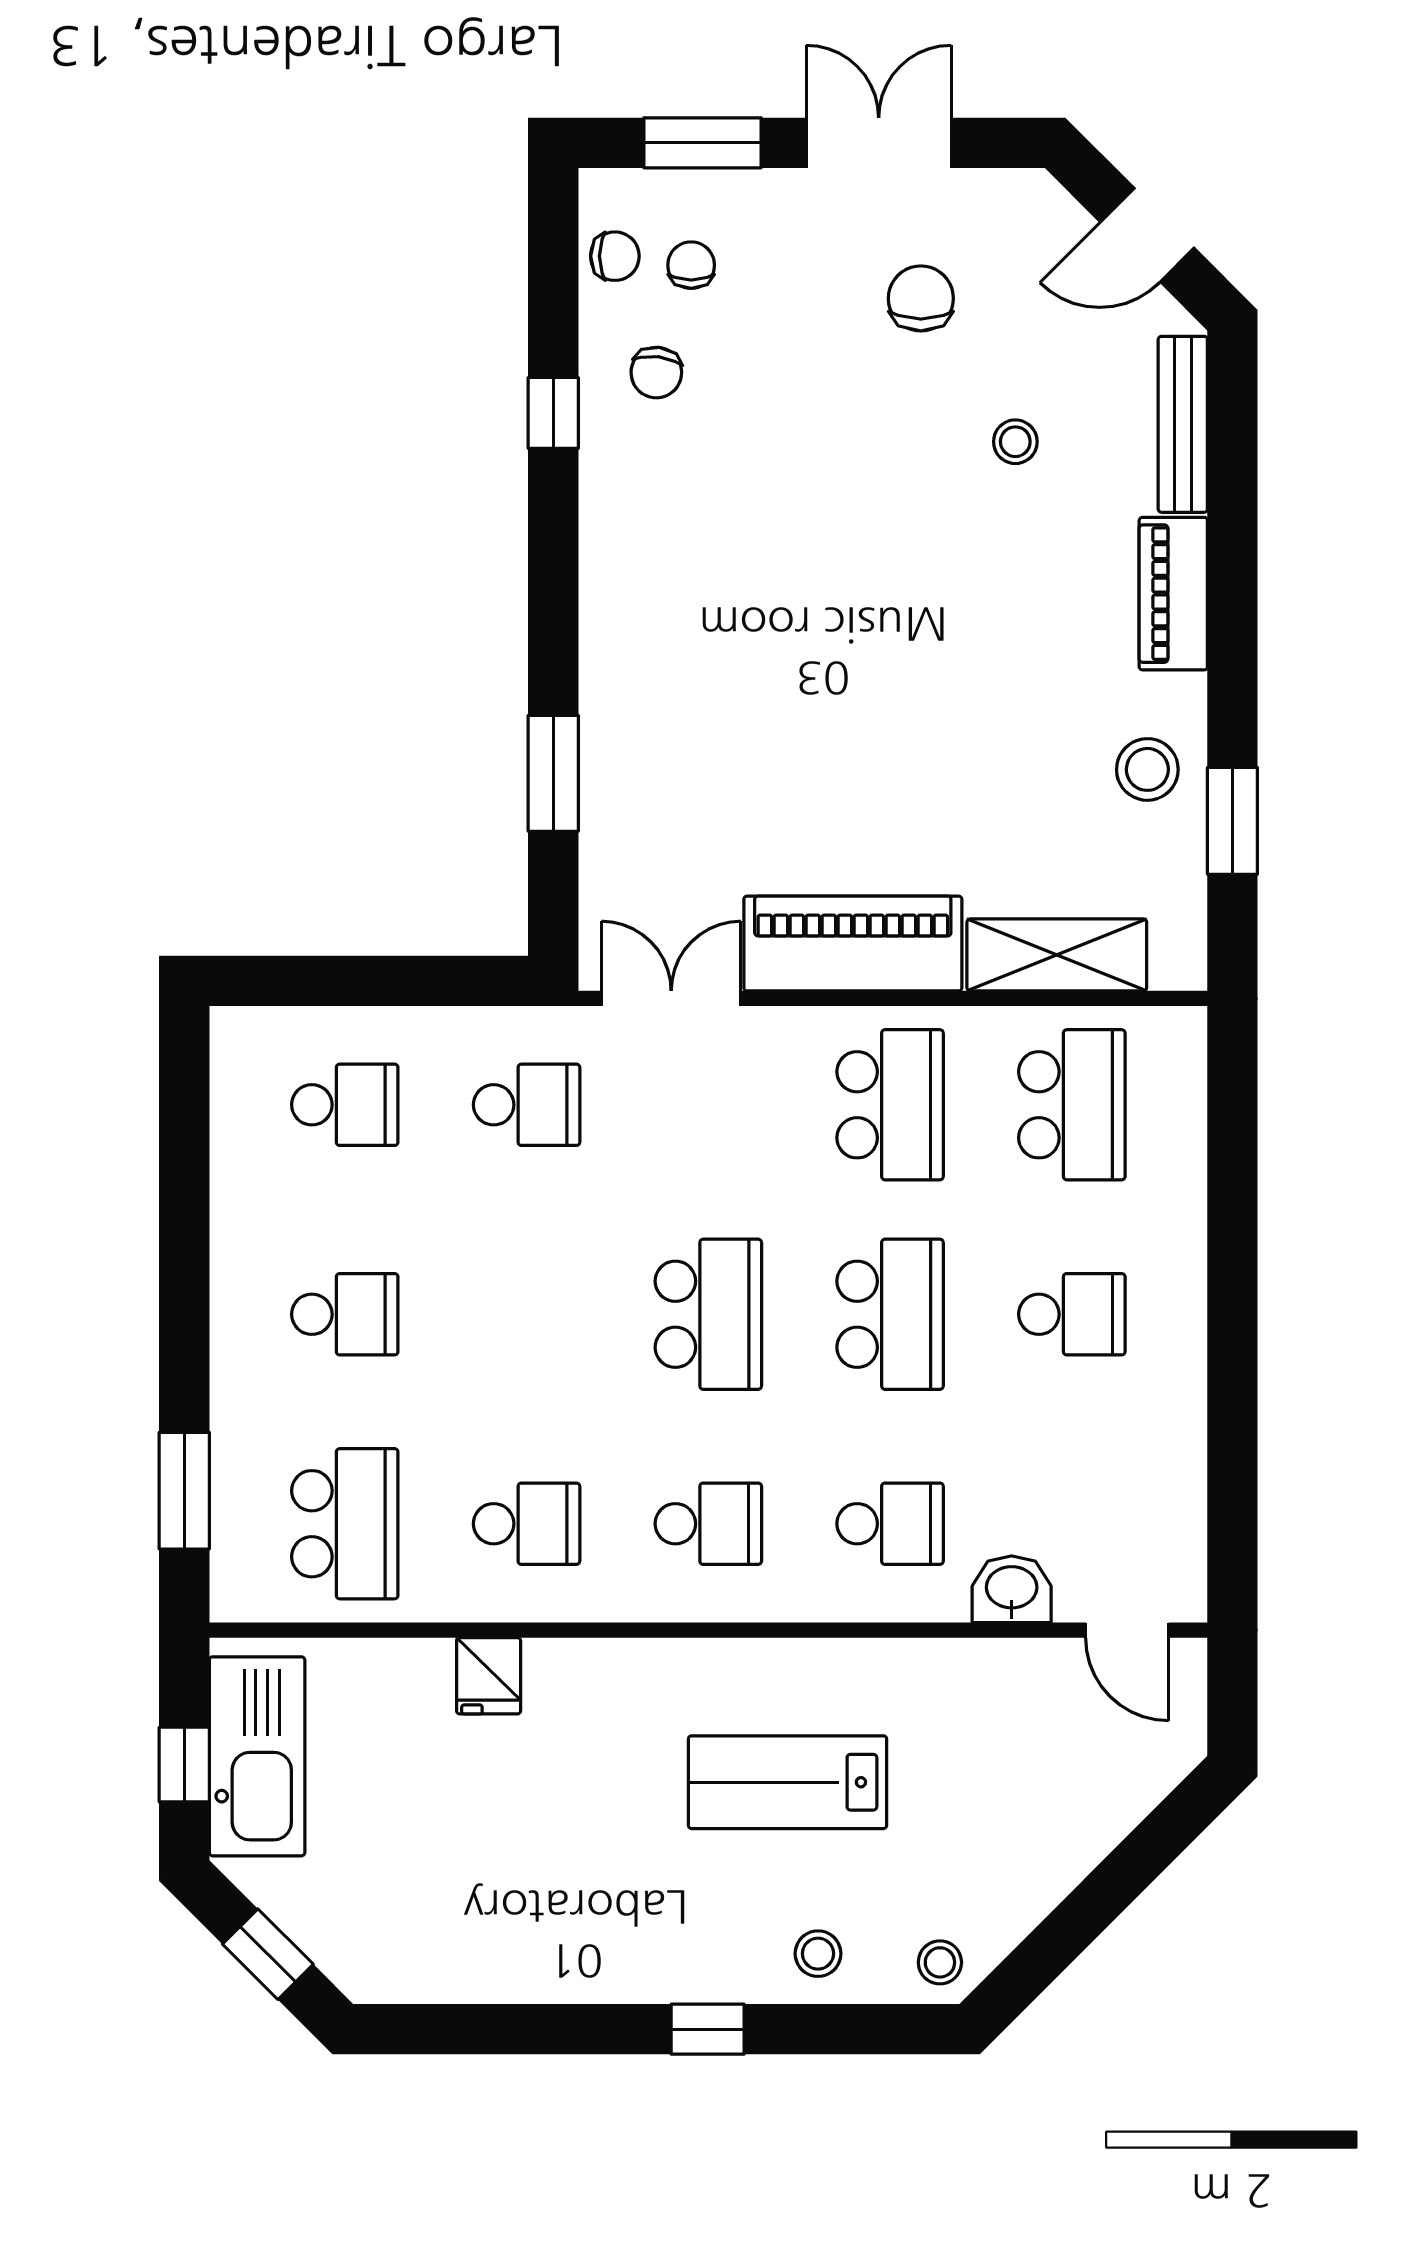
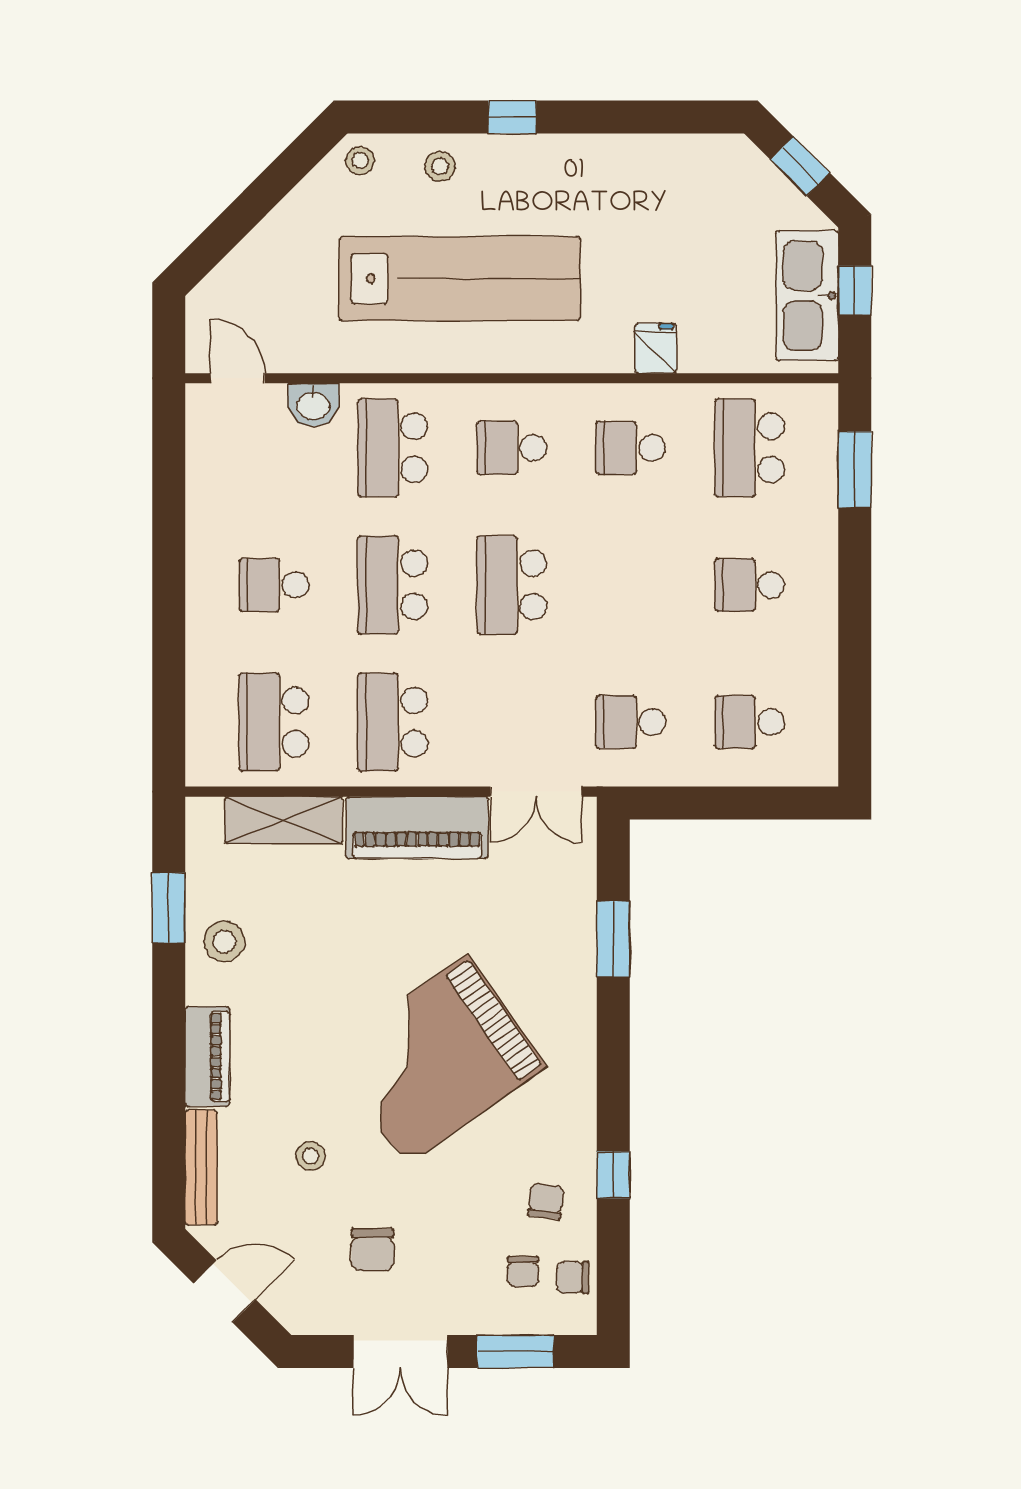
grand piano: (823, 588) -> (437, 1060), added
school desk: (890, 1524) -> (393, 448), width x1.85
lab bench: (788, 1782) -> (460, 279), width x1.86, depth x1.39

